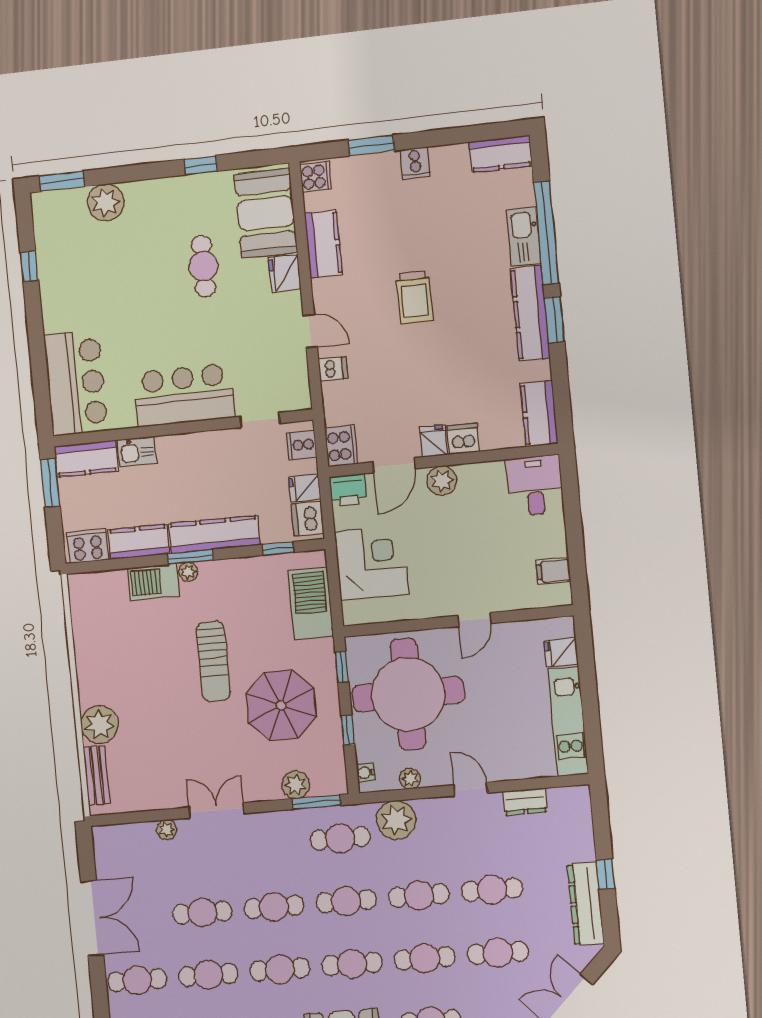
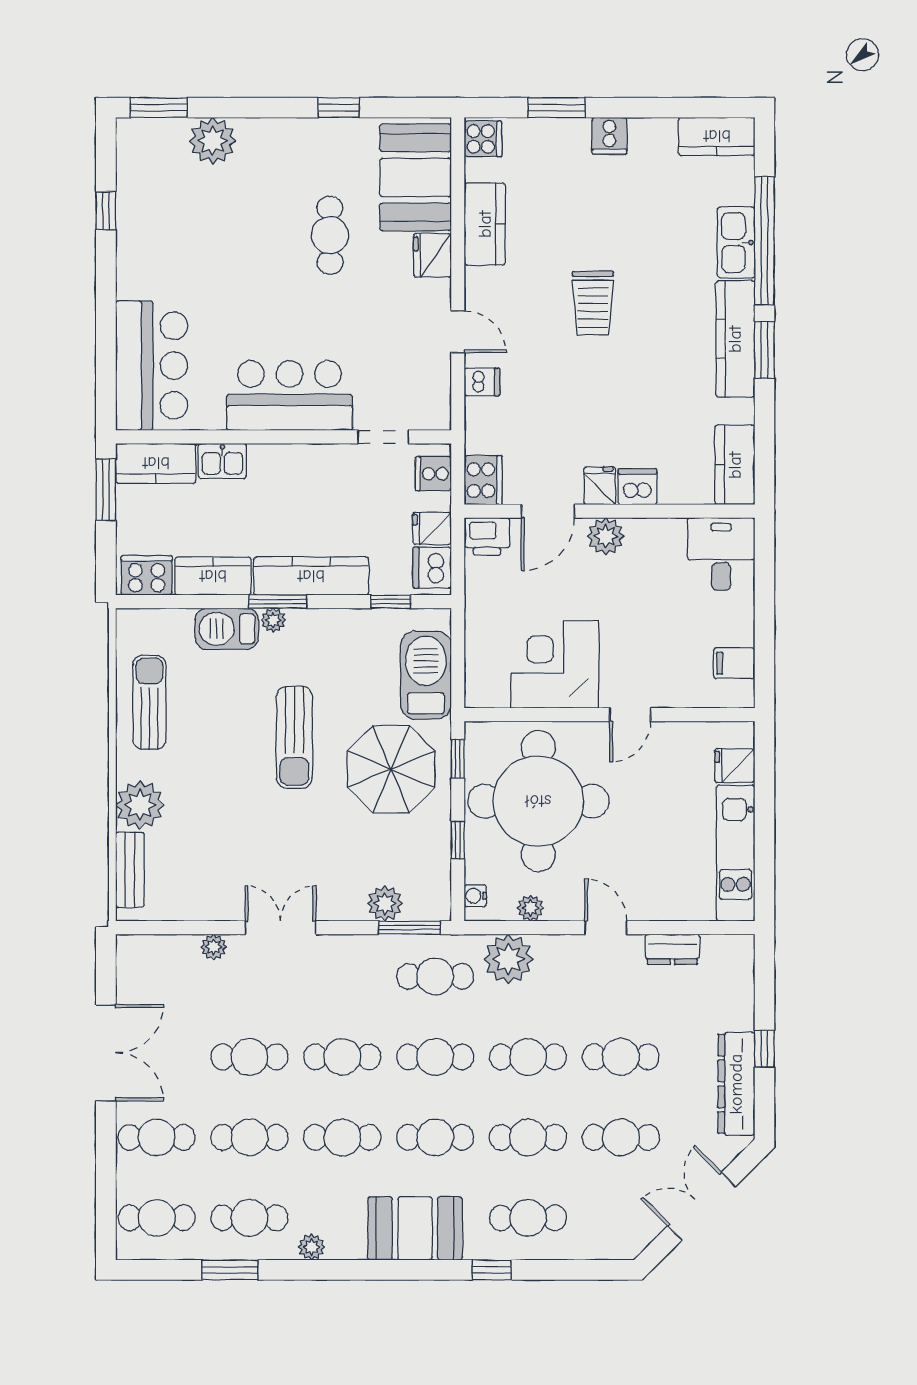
corner desk: (372, 563) -> (555, 664), moved, turned -90
sun lounger: (99, 645) -> (149, 702), added
parasol: (281, 705) -> (391, 769), moved

